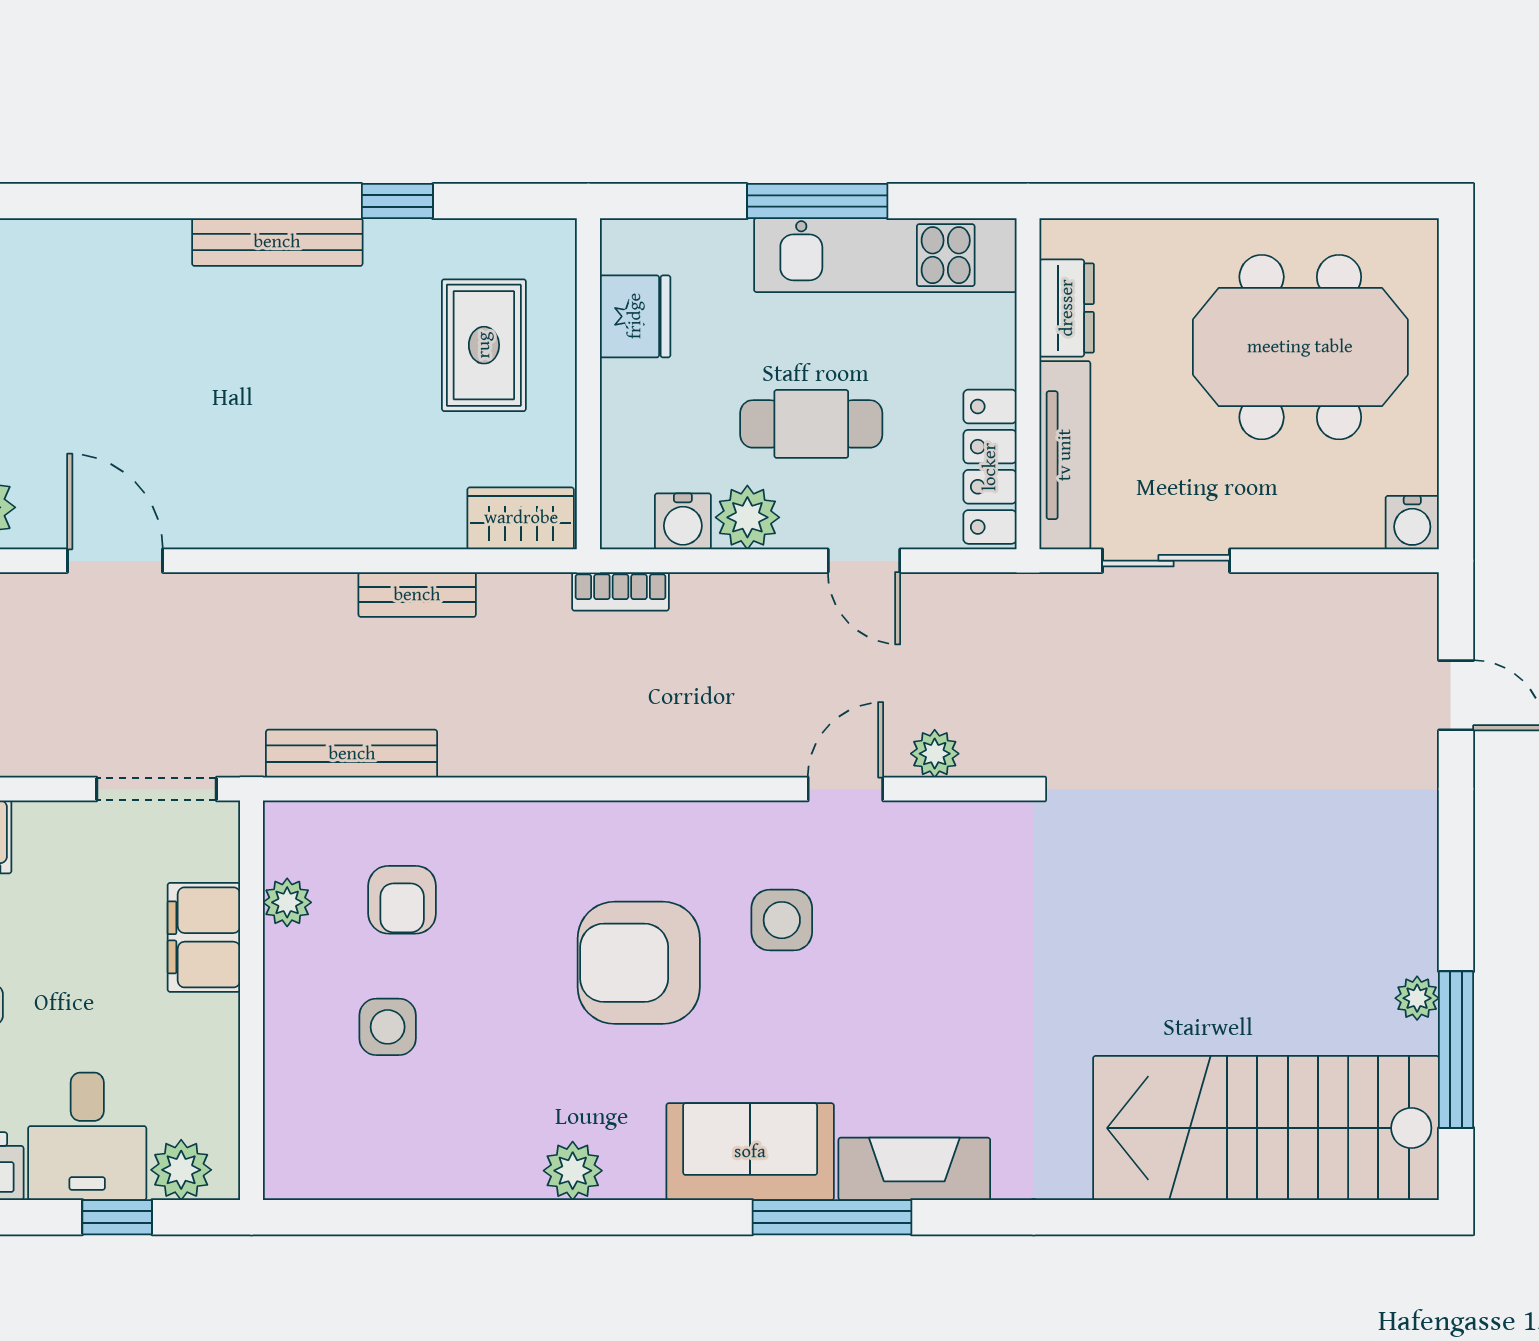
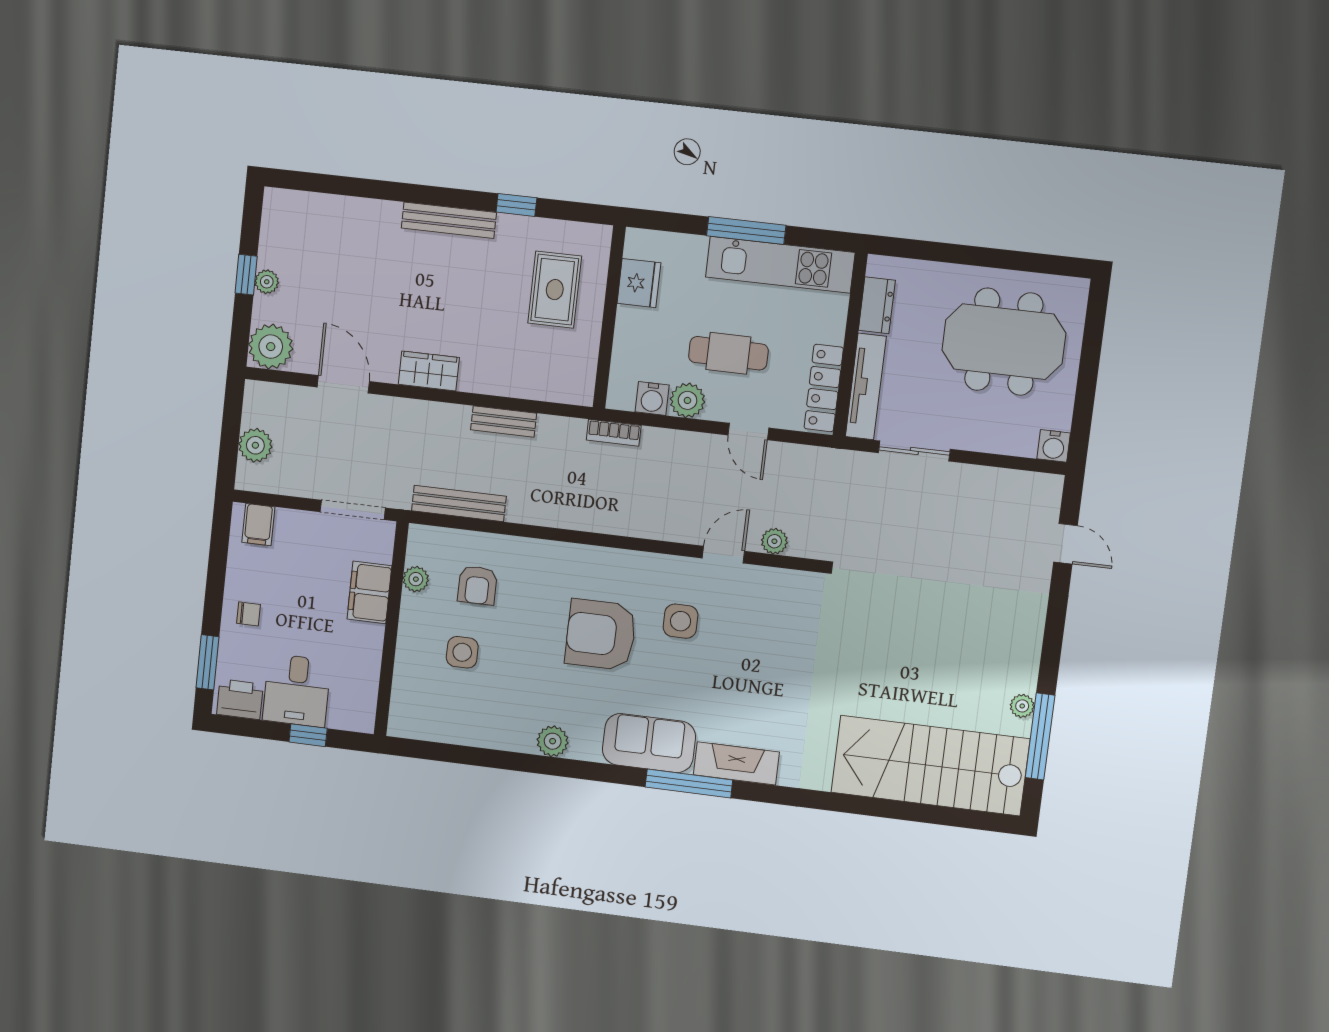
wardrobe: (521, 518) -> (429, 371), moved
plant: (181, 1170) -> (344, 714), removed

